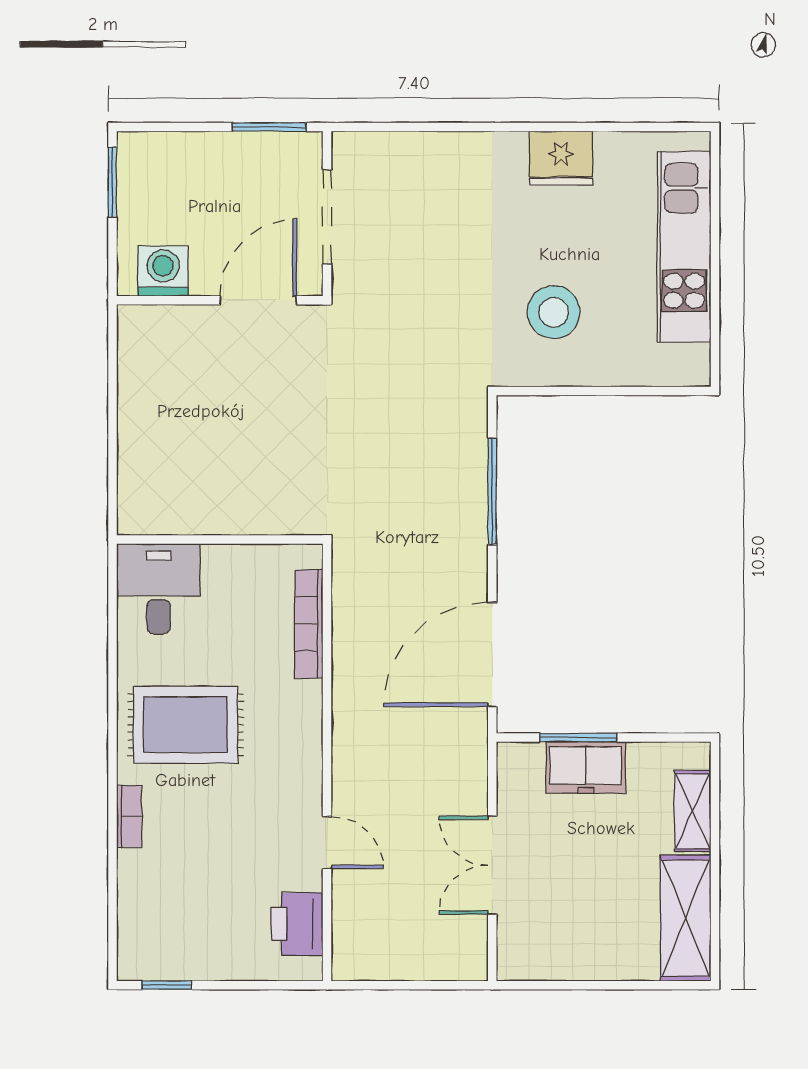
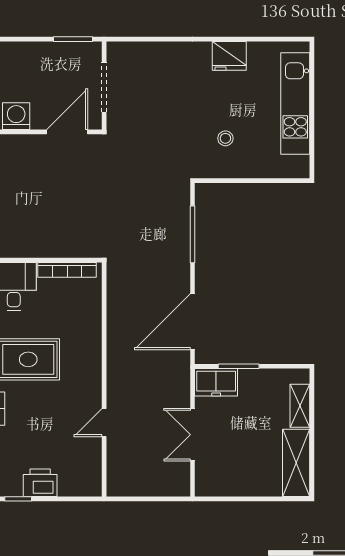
stool: (554, 312) -> (225, 138), width x0.53, depth x0.53
bookcase: (309, 624) -> (67, 270), moved, turned -90
freezer: (586, 768) -> (216, 382), moved
door: (327, 843) -> (104, 423), swing flipped
printer: (297, 924) -> (40, 483), moved, turned 90

